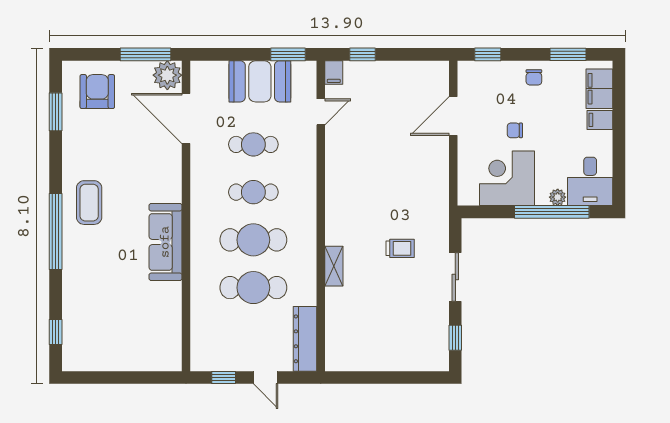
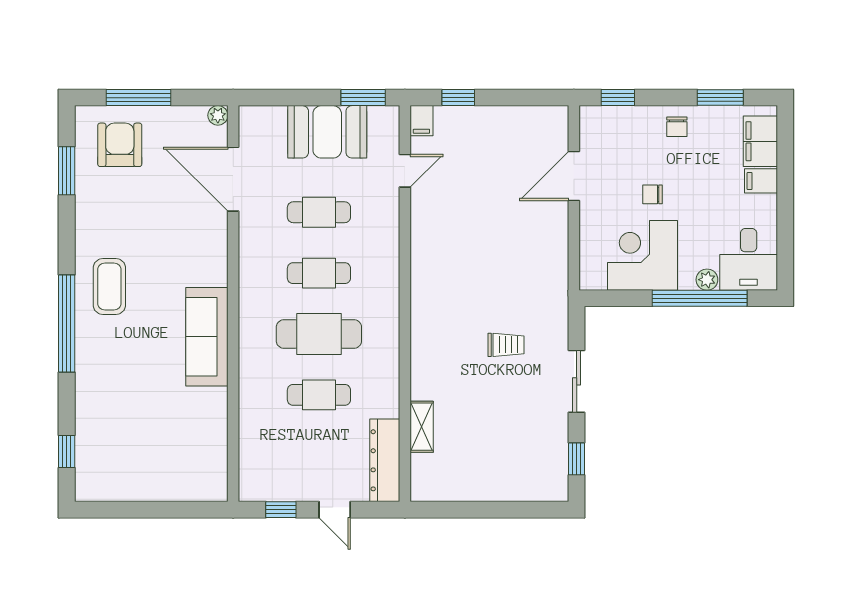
window: (146, 54) -> (139, 98), moved
plant: (167, 75) -> (218, 115), width x0.53, depth x0.53
shelving: (334, 266) -> (422, 427), moved
cafe table: (253, 288) -> (319, 395), width x0.73, depth x0.74

